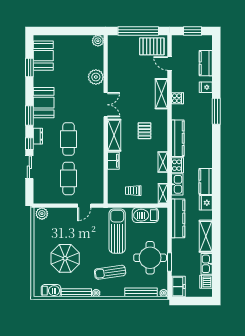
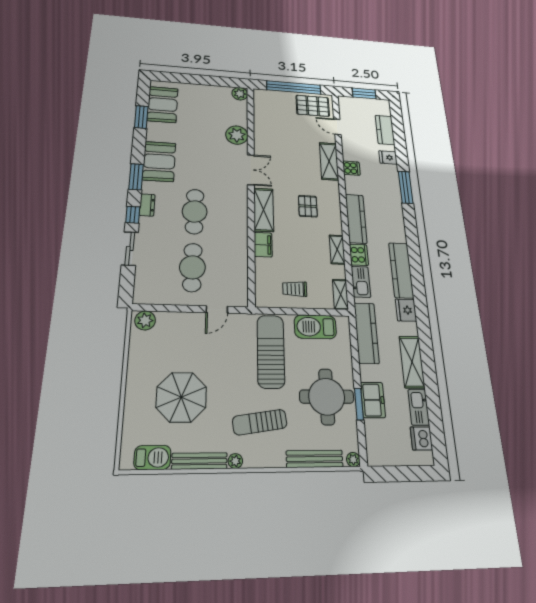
kitchen counter: (206, 182) -> (401, 270), width x1.50
freezer: (178, 287) -> (373, 400), moved

